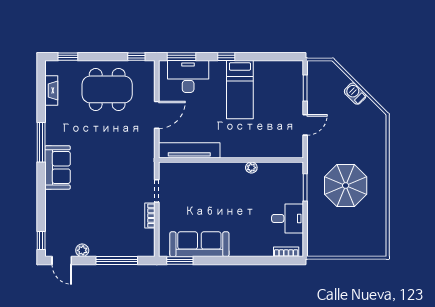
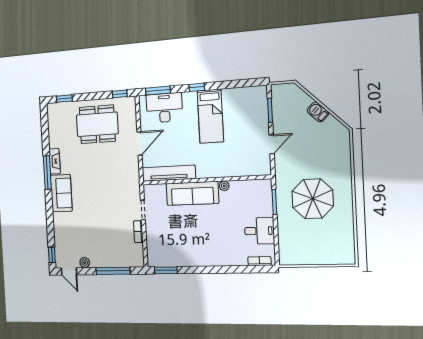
fireplace: (51, 90) -> (55, 161), moved
sofa: (199, 244) -> (192, 193), moved, turned 180

